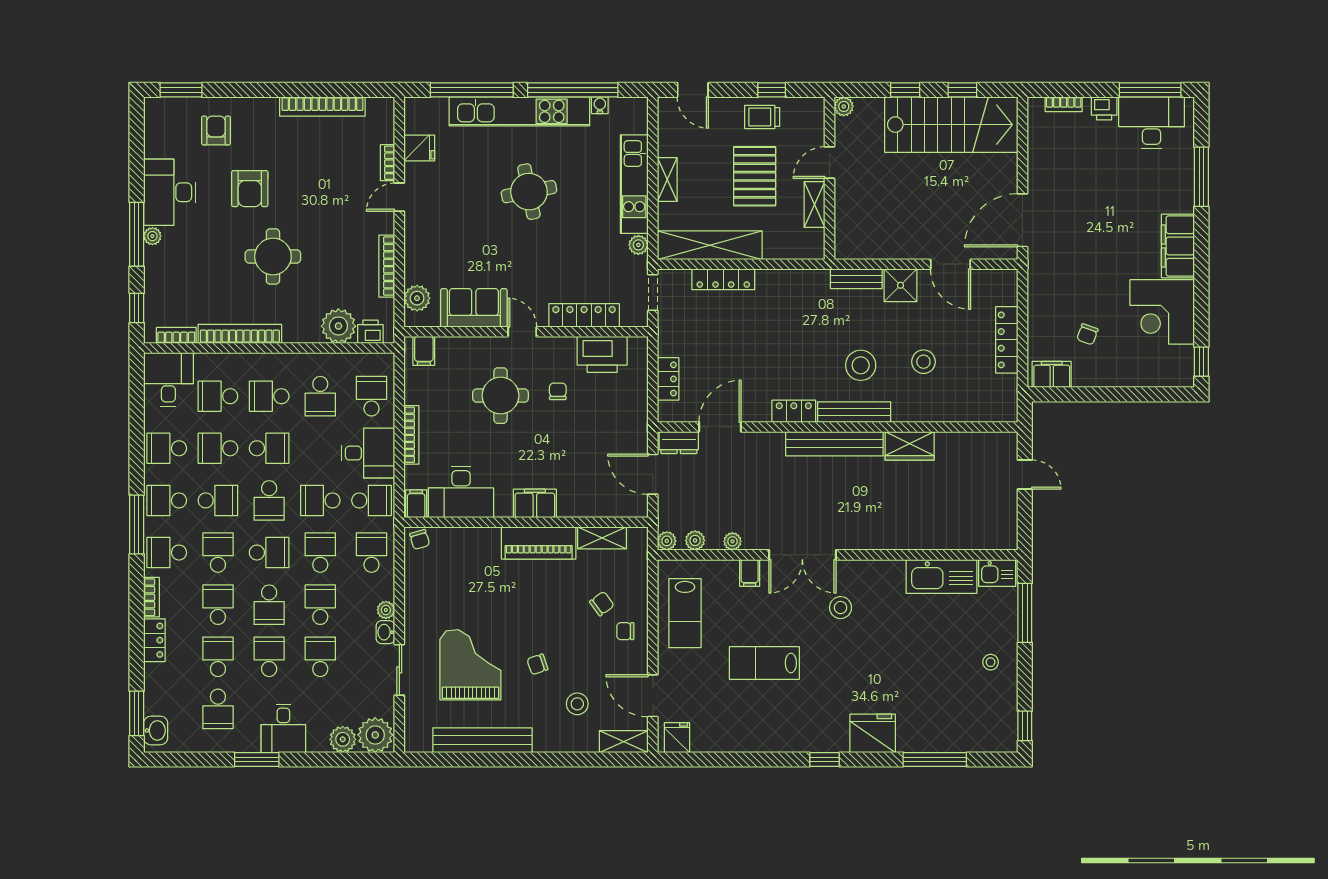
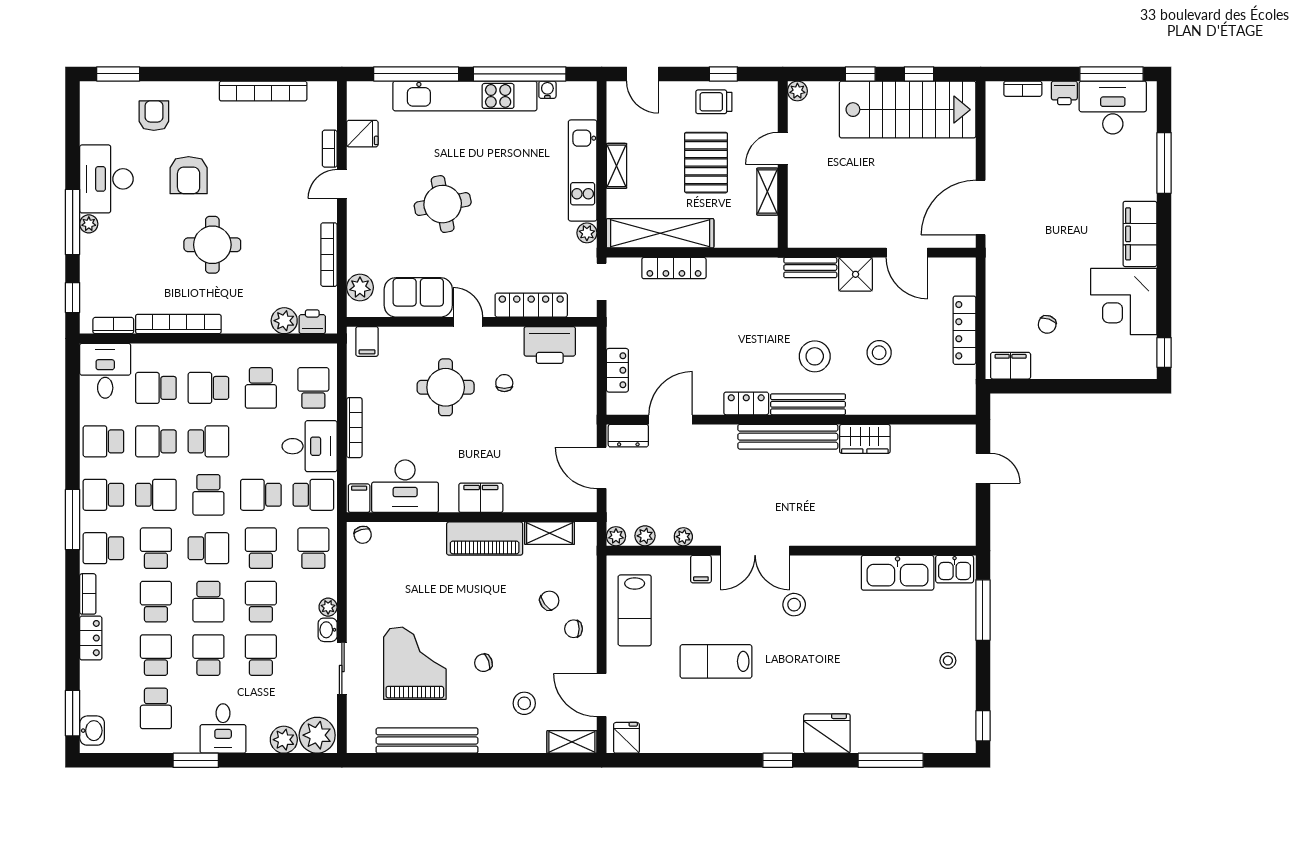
round table: (529, 192) -> (443, 204), moved
plant: (338, 326) -> (284, 321), width x0.73, depth x0.73

